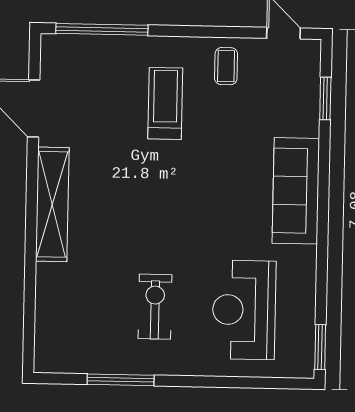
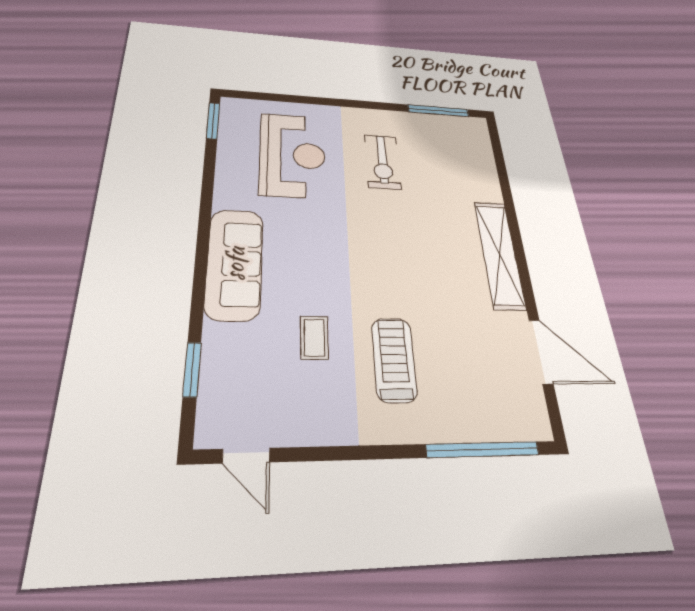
coffee table: (226, 66) -> (314, 338), moved
treadmill: (165, 103) -> (394, 360), turned 180
window: (121, 380) -> (438, 111), moved

